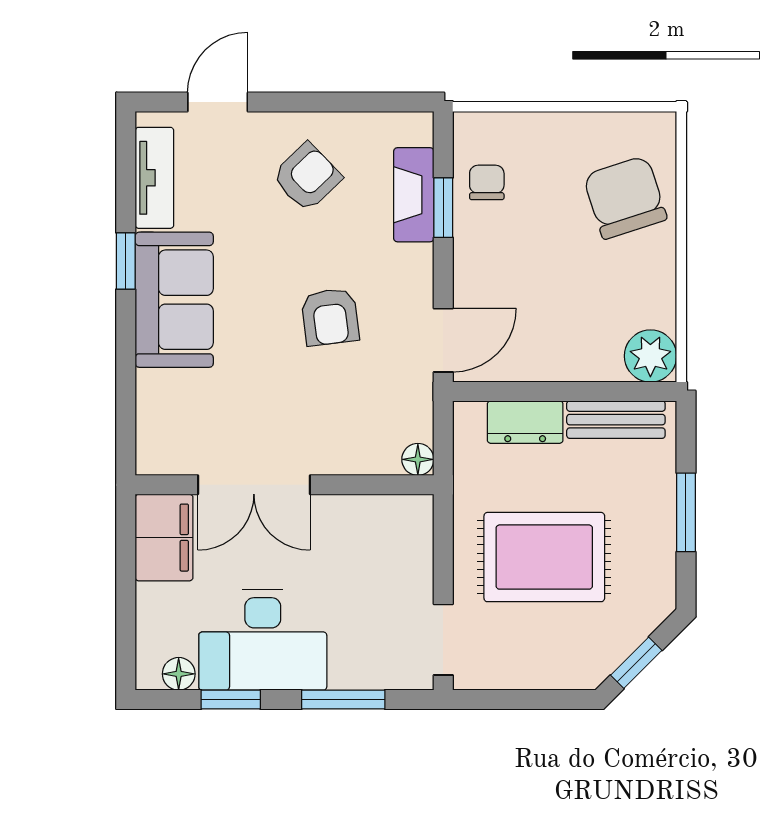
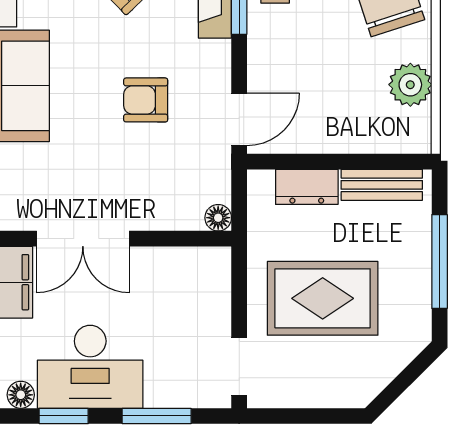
armchair: (330, 317) -> (146, 100), turned 97
plant: (650, 356) -> (410, 85), moved
window: (686, 512) -> (440, 261), width x1.44
window: (636, 663) -> (399, 386), removed

